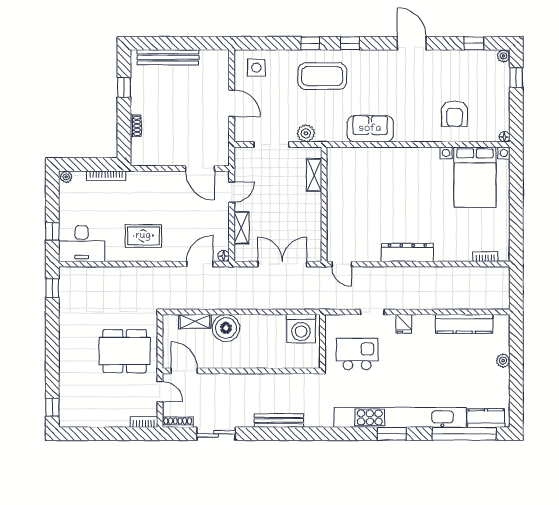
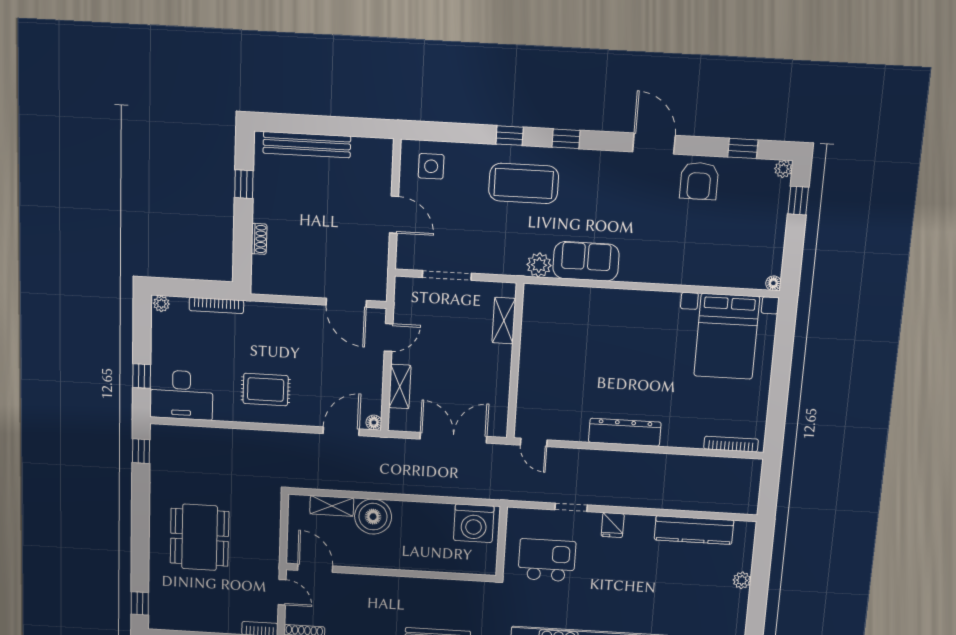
armchair: (454, 114) -> (699, 181), moved
plant: (306, 133) -> (539, 265), moved
bookcase: (485, 257) -> (731, 444), width x1.56
dining table: (125, 351) -> (200, 537), moved, turned 90

